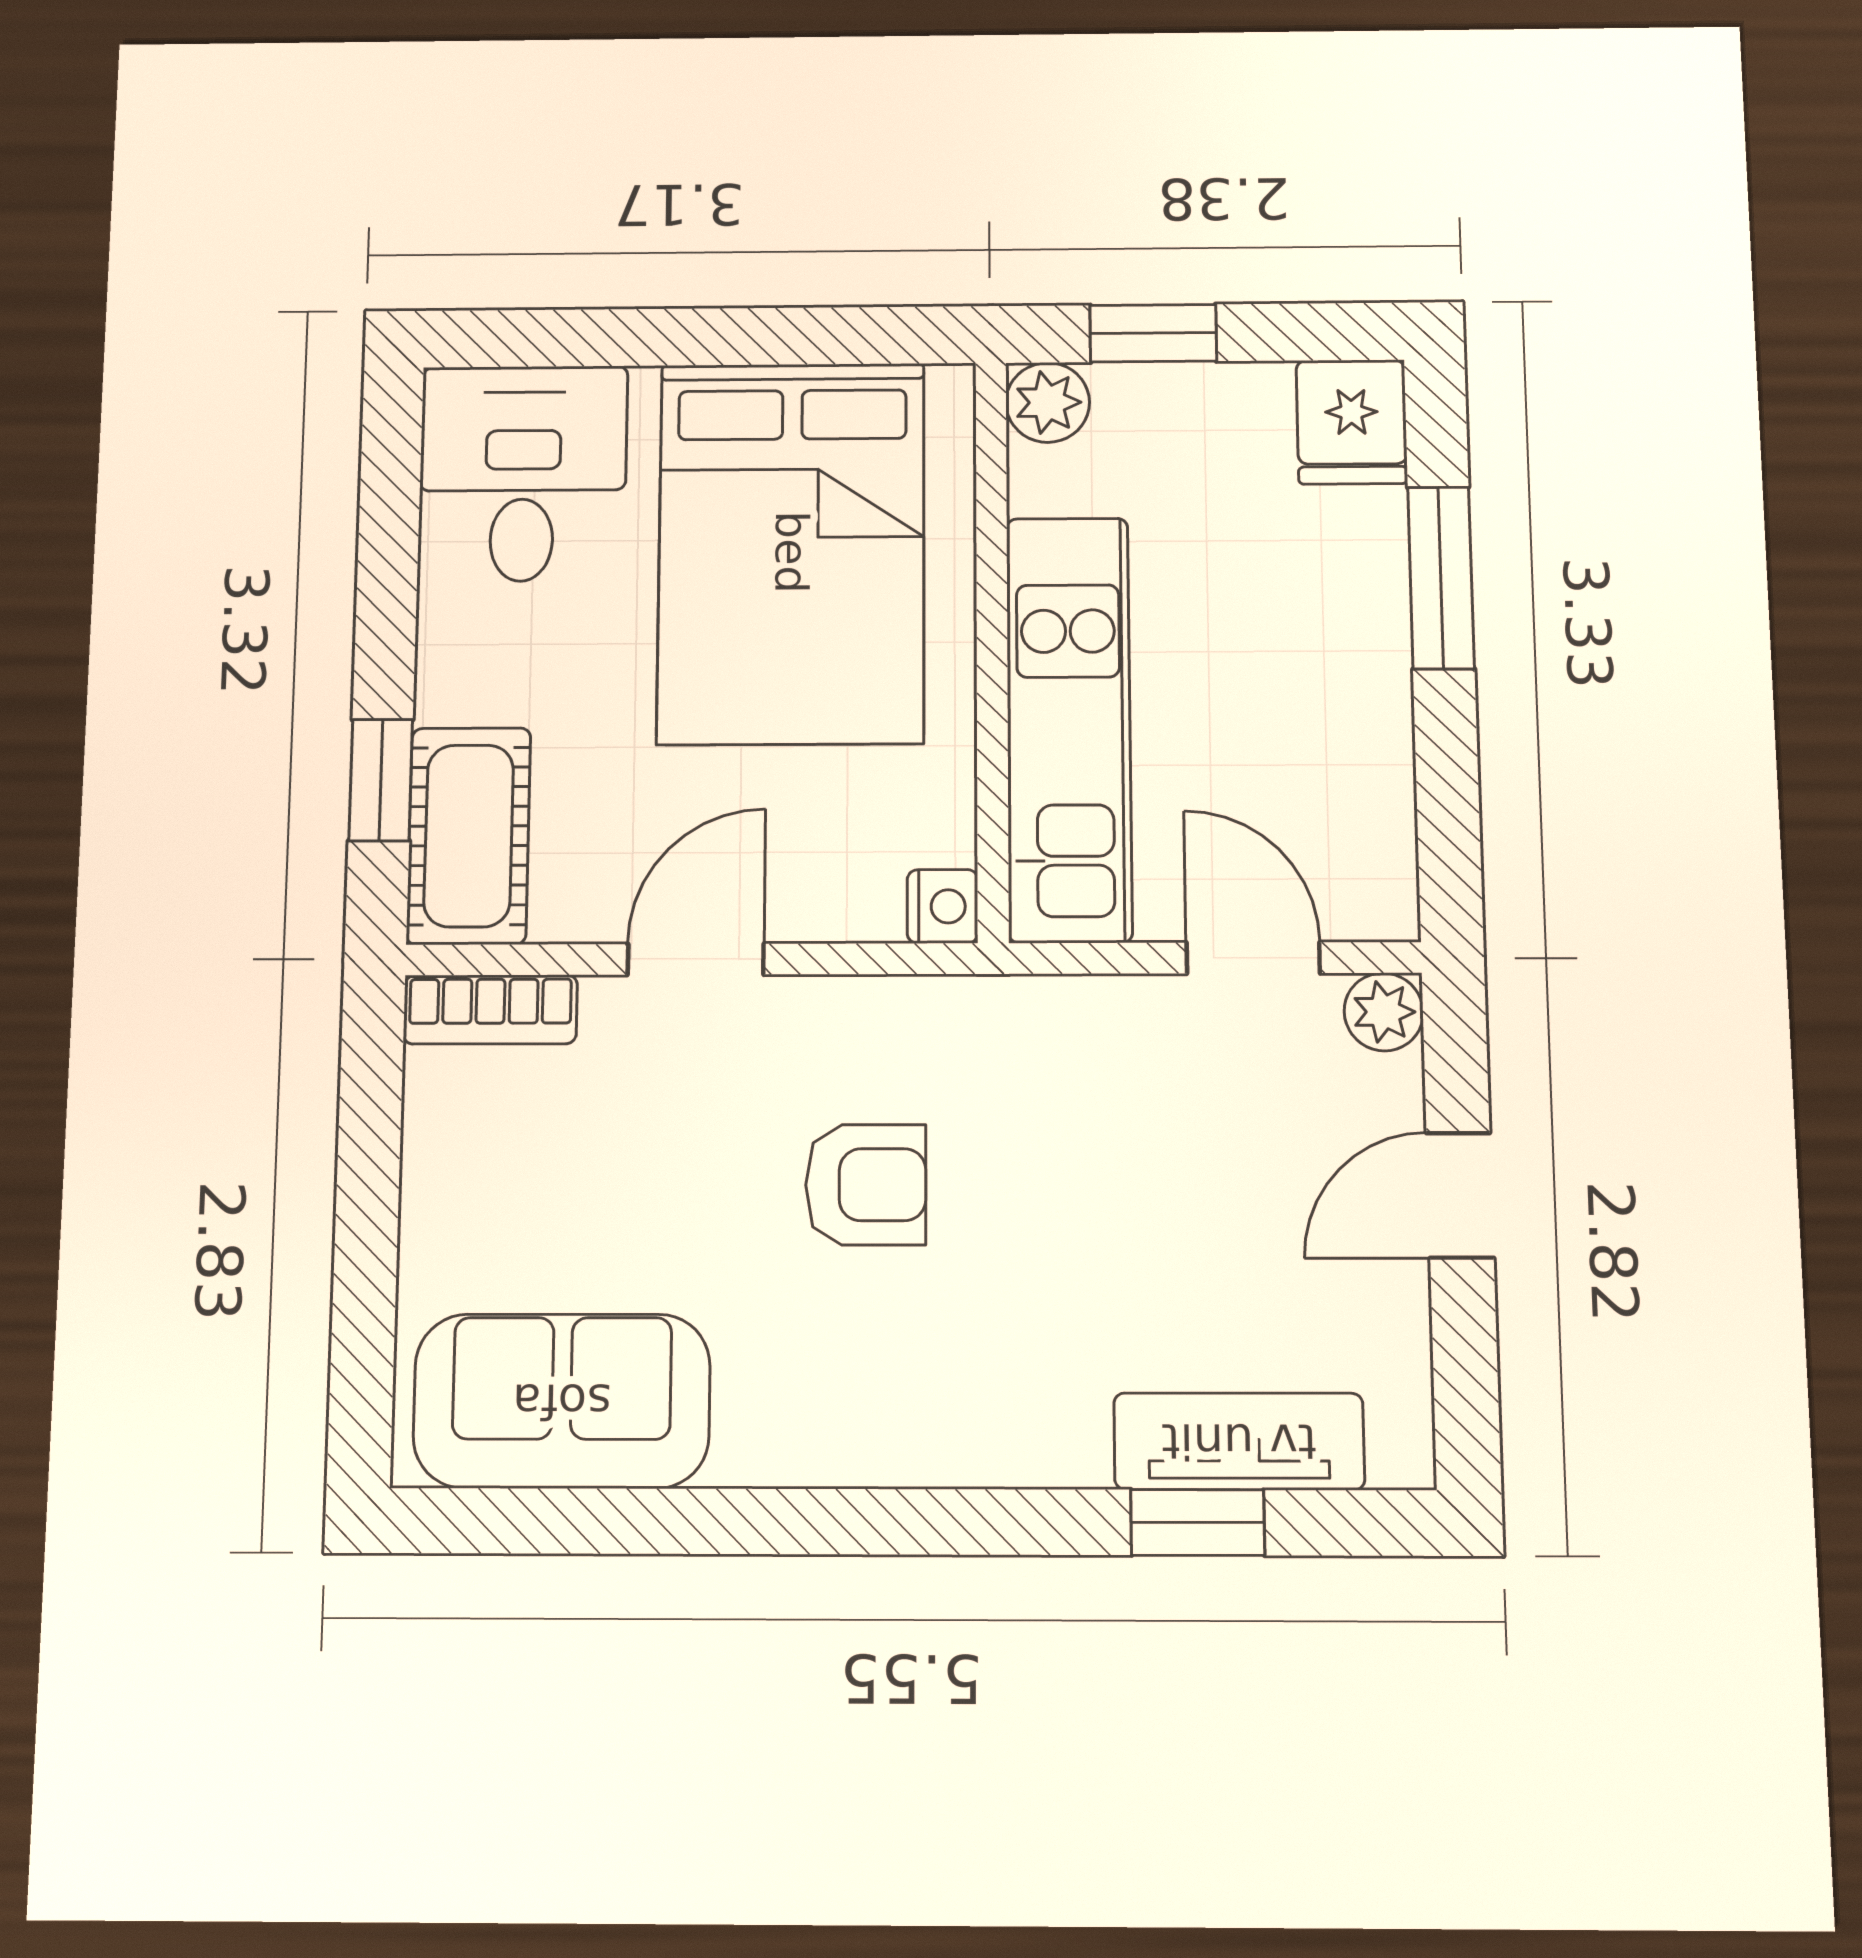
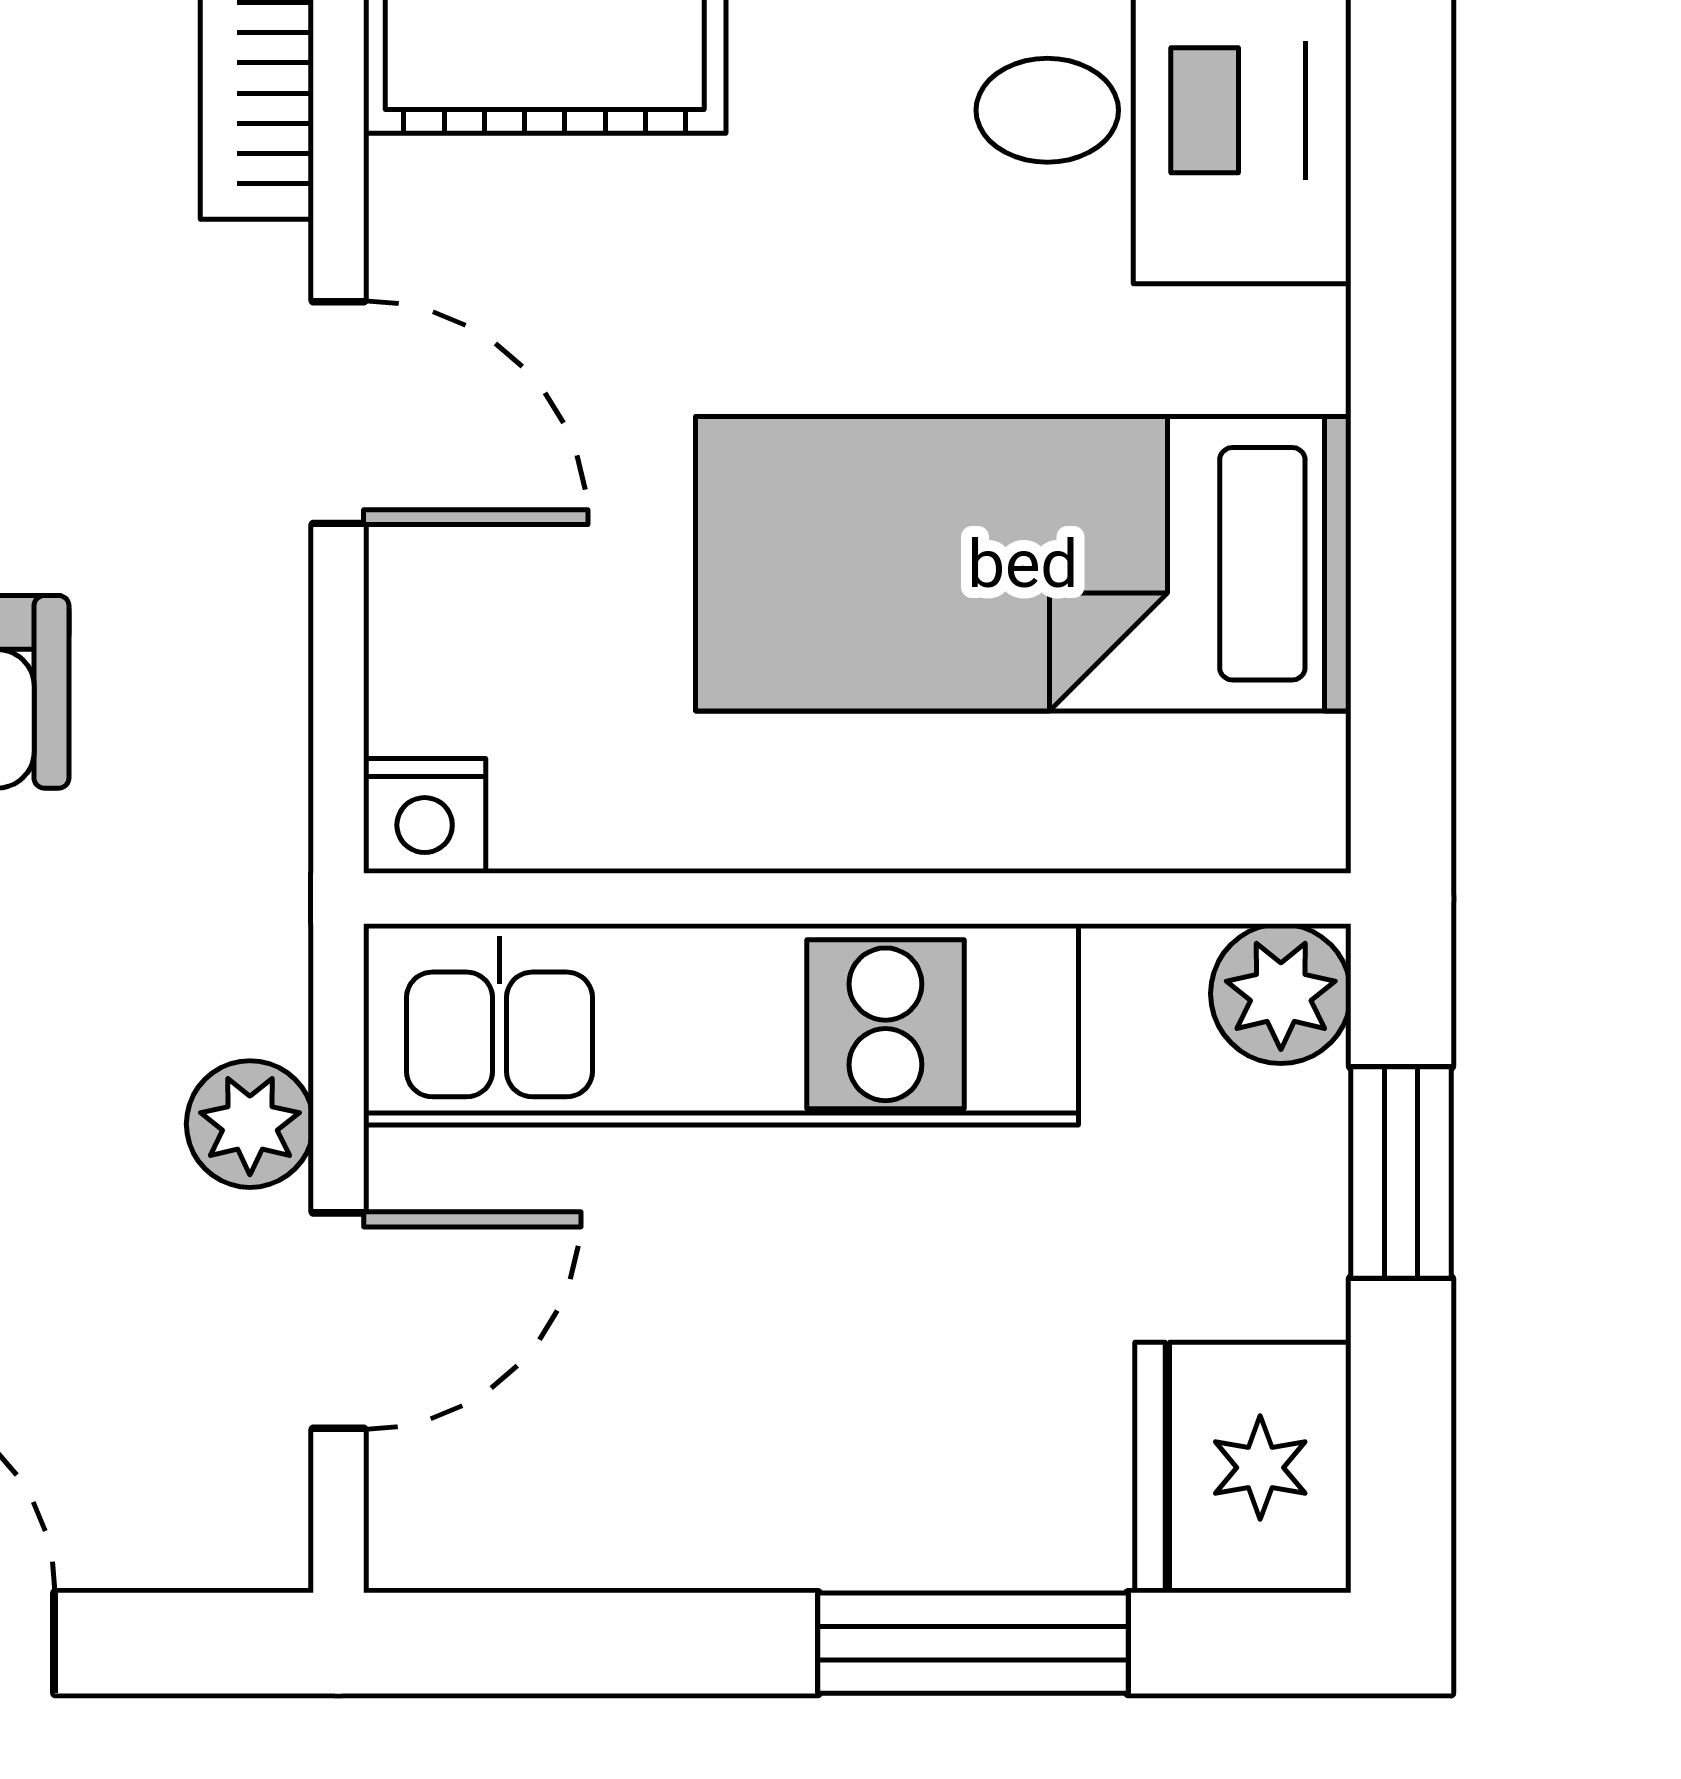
fridge: (1352, 422) -> (1243, 1468), width x1.38
bed: (791, 552) -> (1023, 564), width x0.67
plant: (1384, 1012) -> (250, 1124), moved

